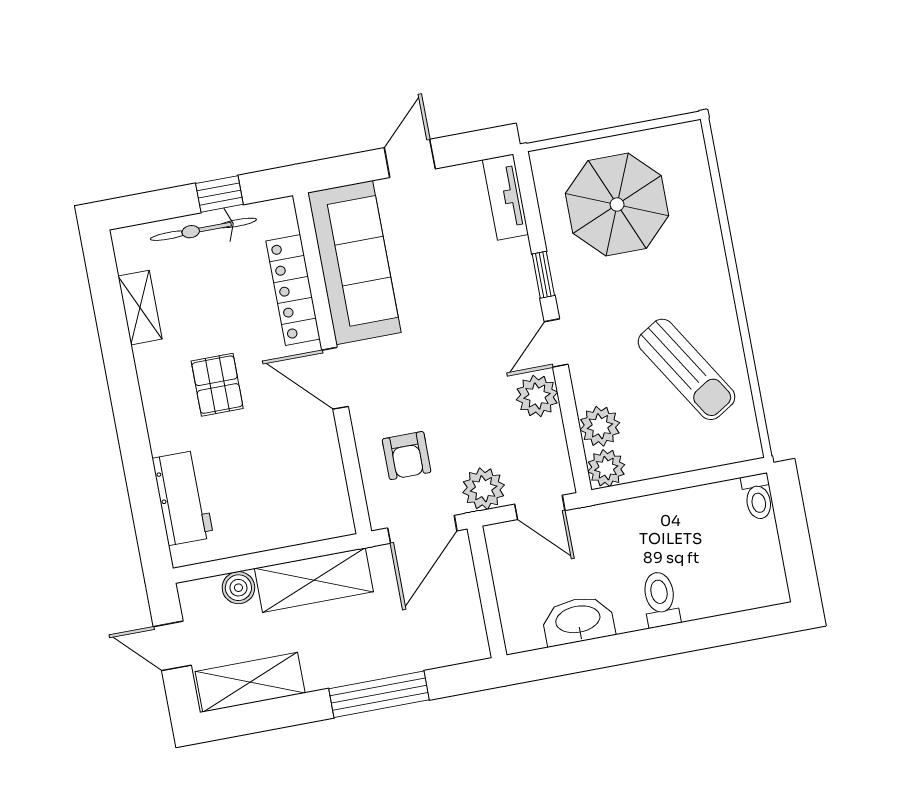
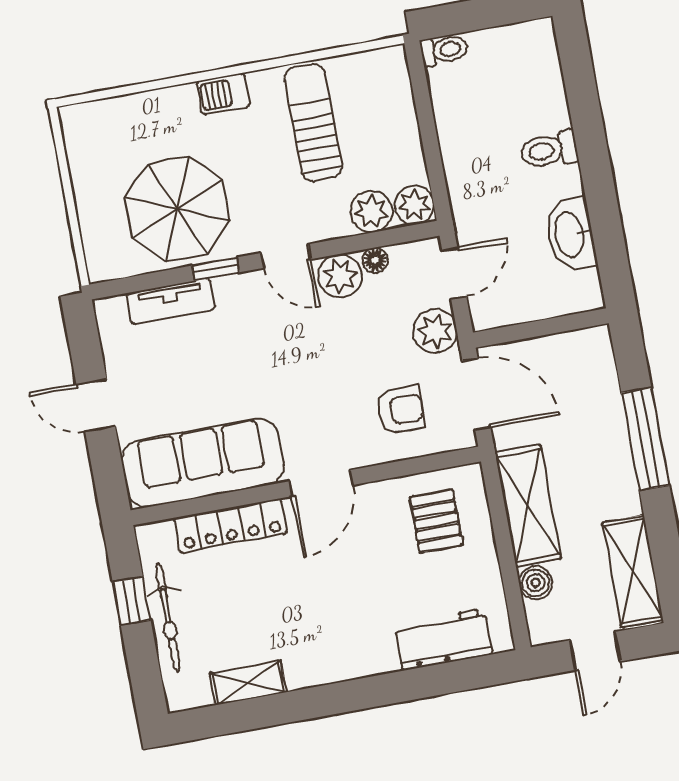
tv unit: (505, 197) -> (171, 301), moved
parasol: (617, 204) -> (177, 209), moved
barbecue: (714, 282) -> (223, 94), added
sun lounger: (686, 369) -> (313, 123), turned -58
pallet: (217, 385) -> (436, 521), moved, turned 90
floor lamp: (552, 430) -> (375, 260), added

